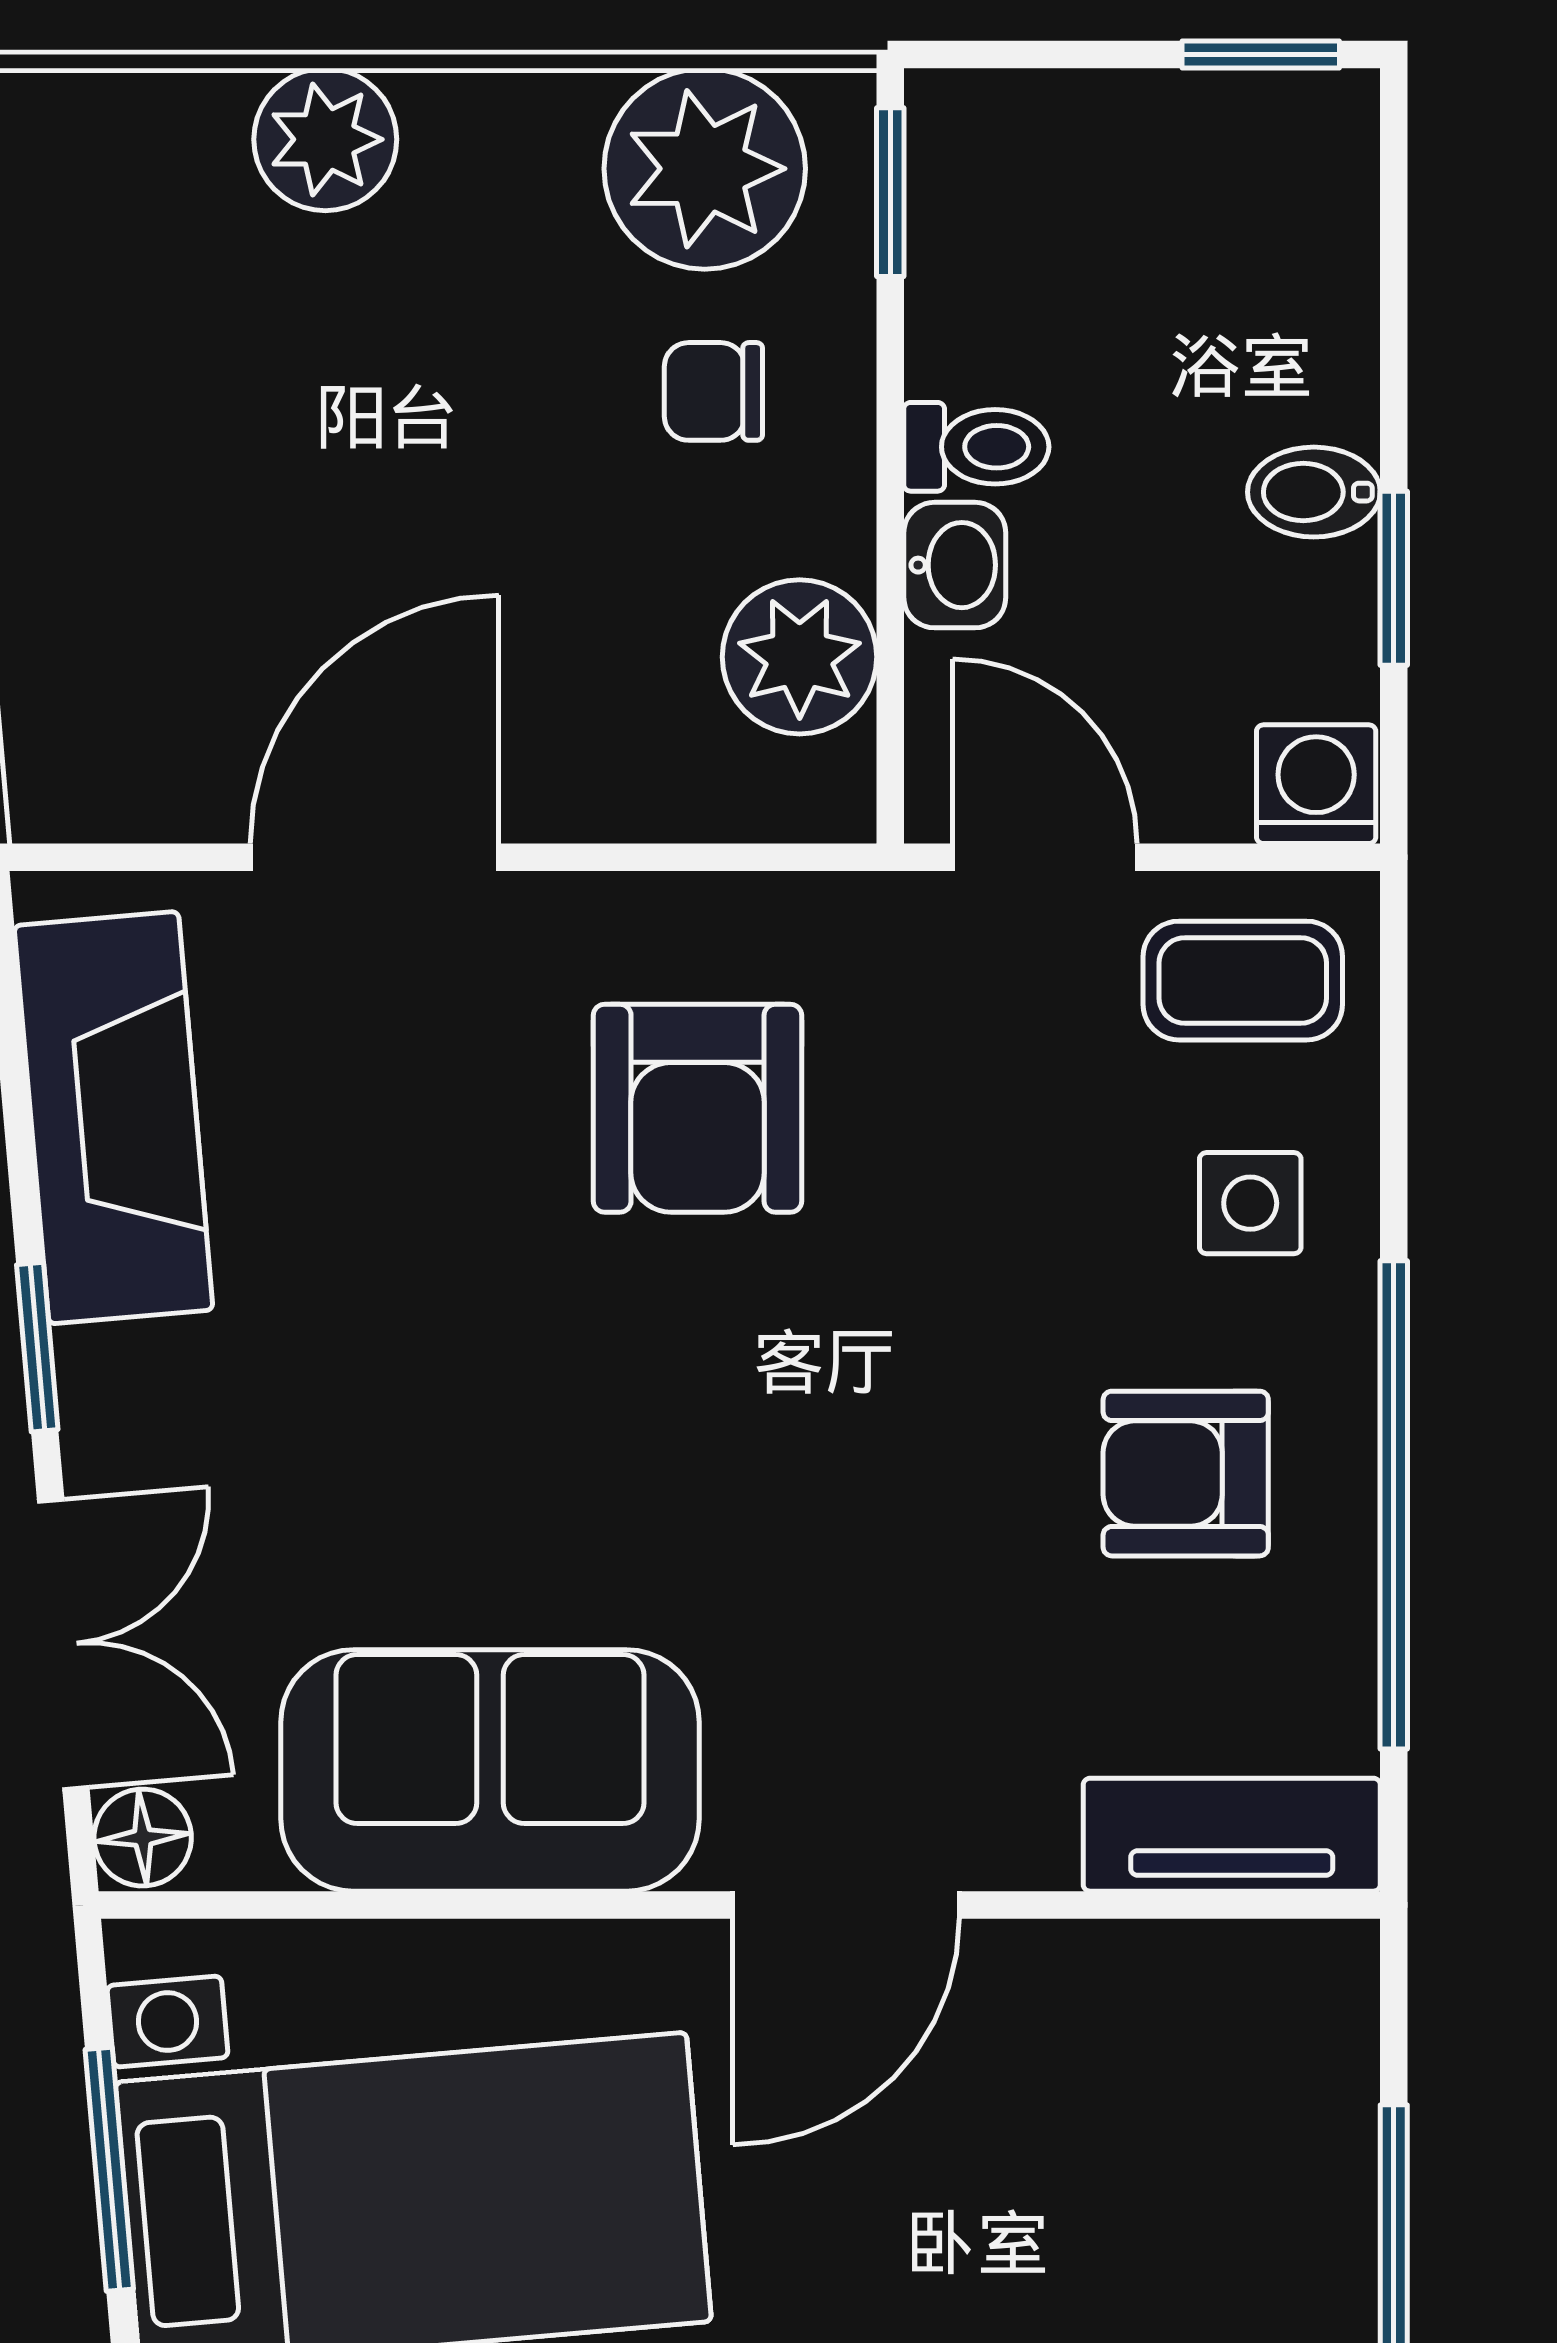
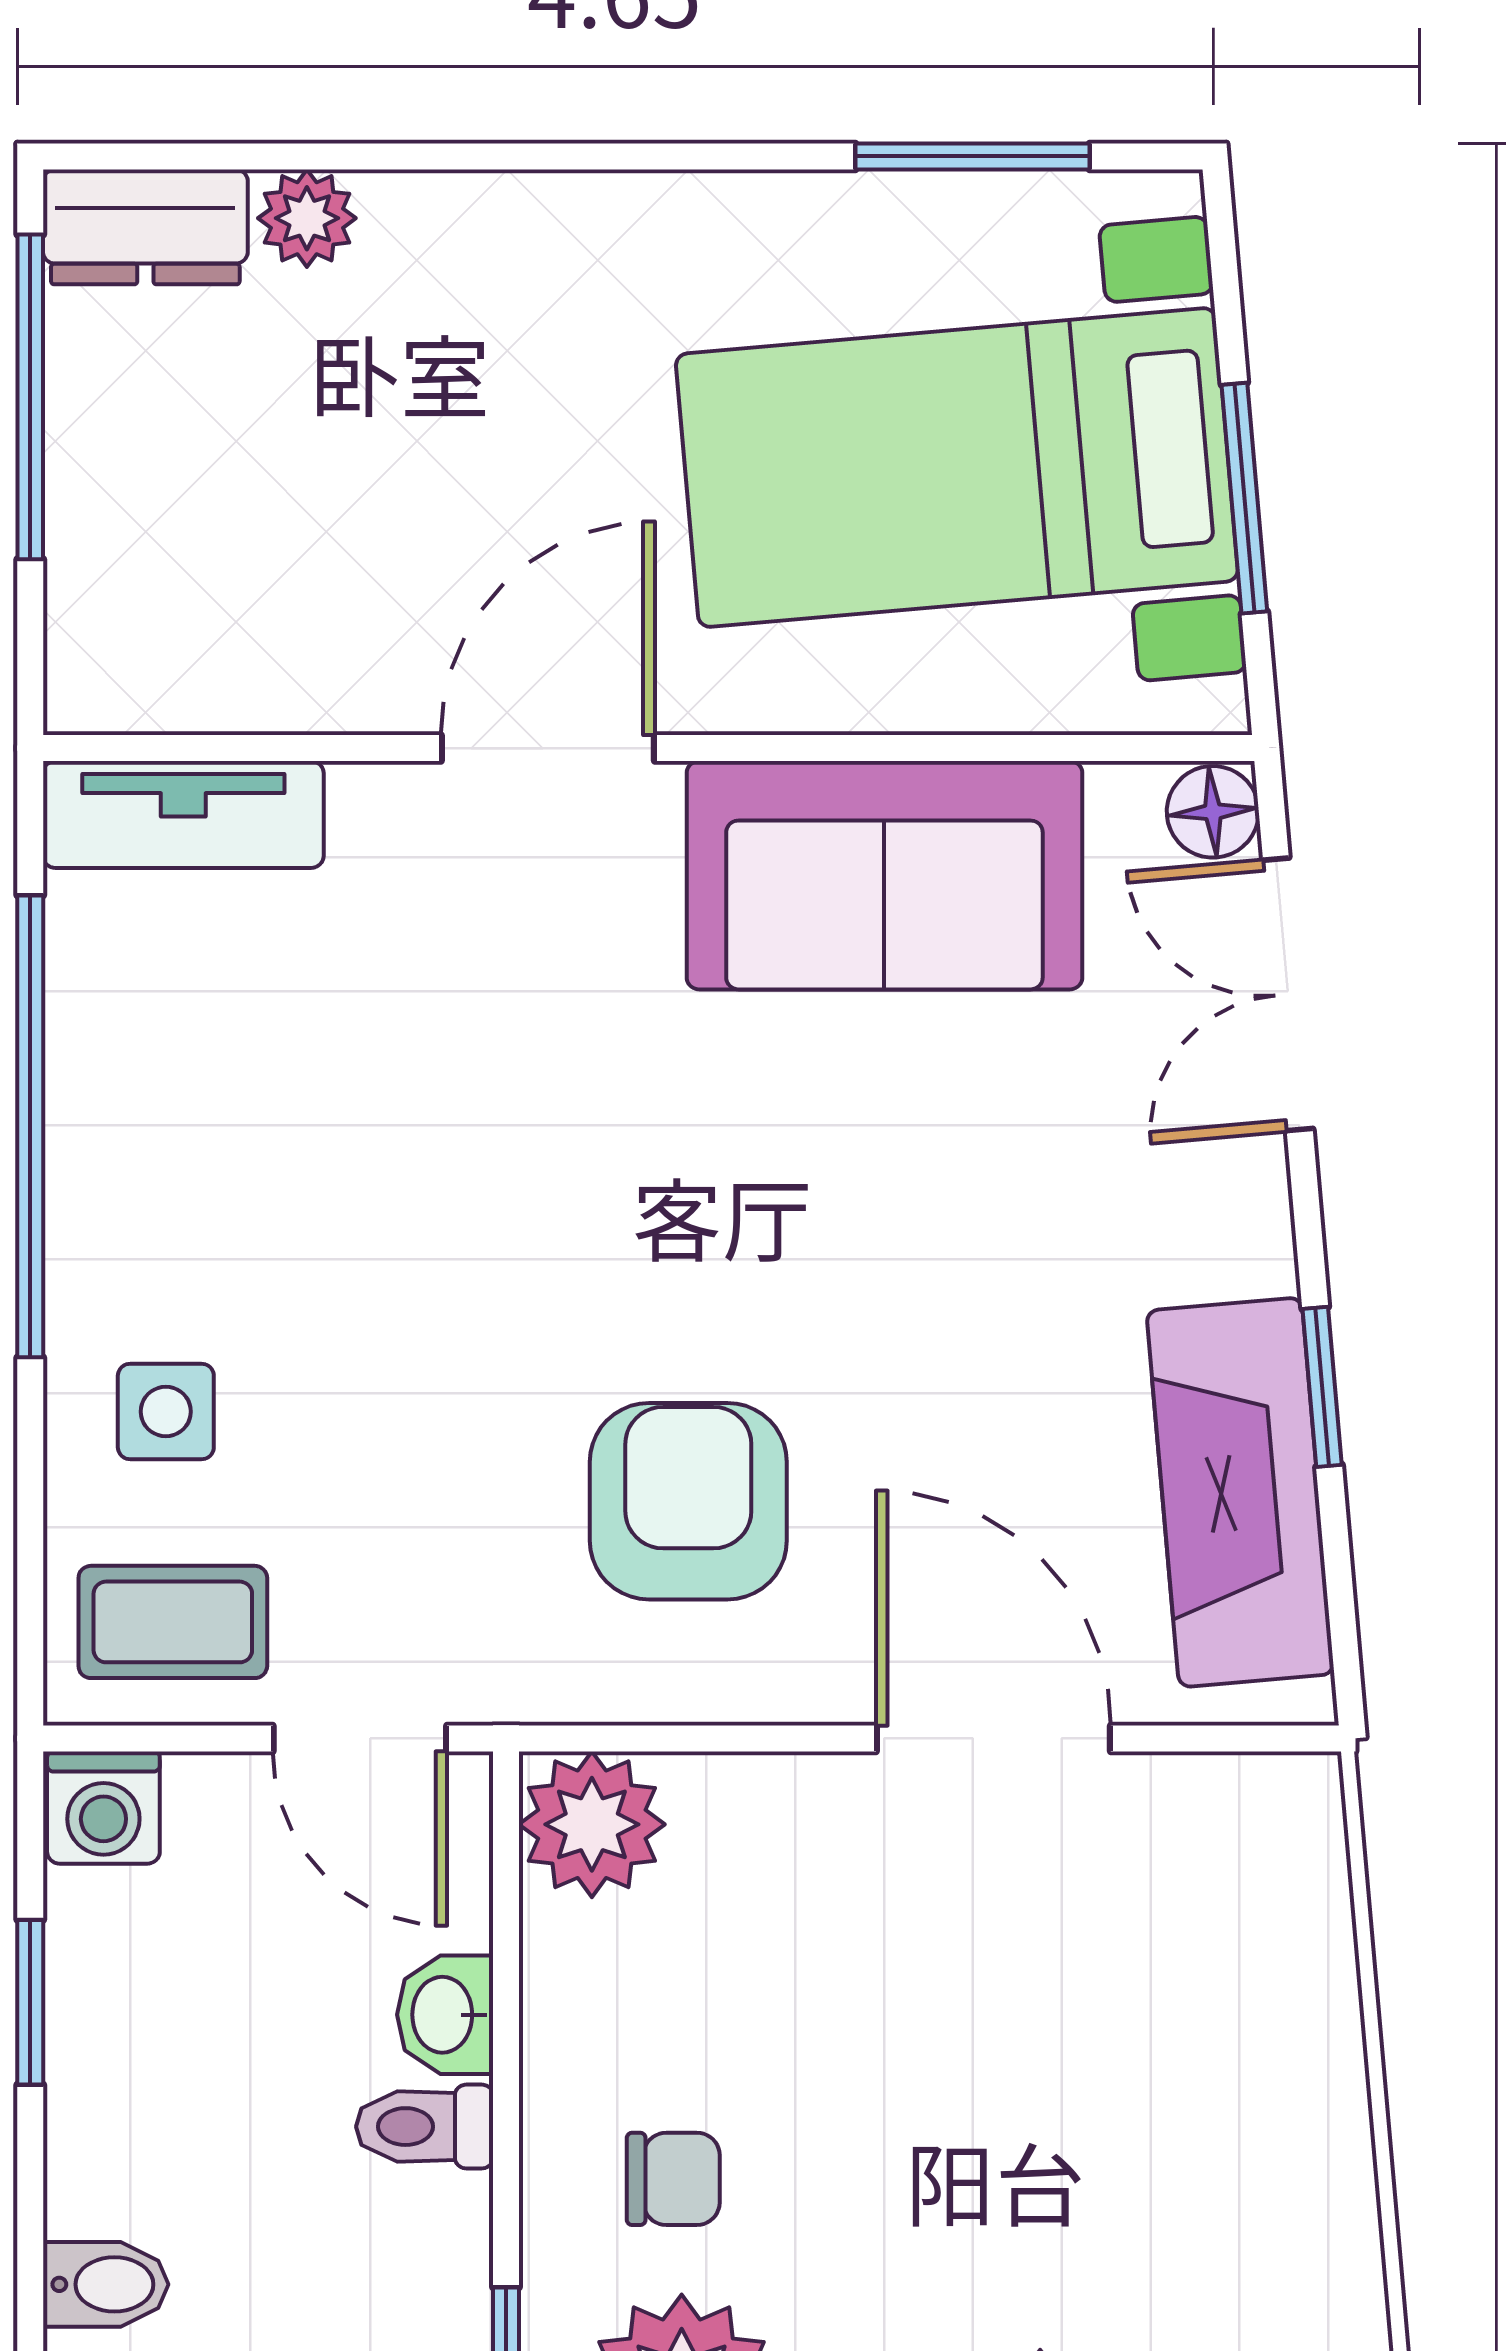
bidet: (1314, 492) -> (106, 2284), moved
plant: (800, 657) -> (592, 1824), moved
door: (375, 857) -> (993, 1738), swing flipped
window: (37, 1347) -> (1322, 1387), moved
armchair: (1186, 1474) -> (227, 1156), removed

